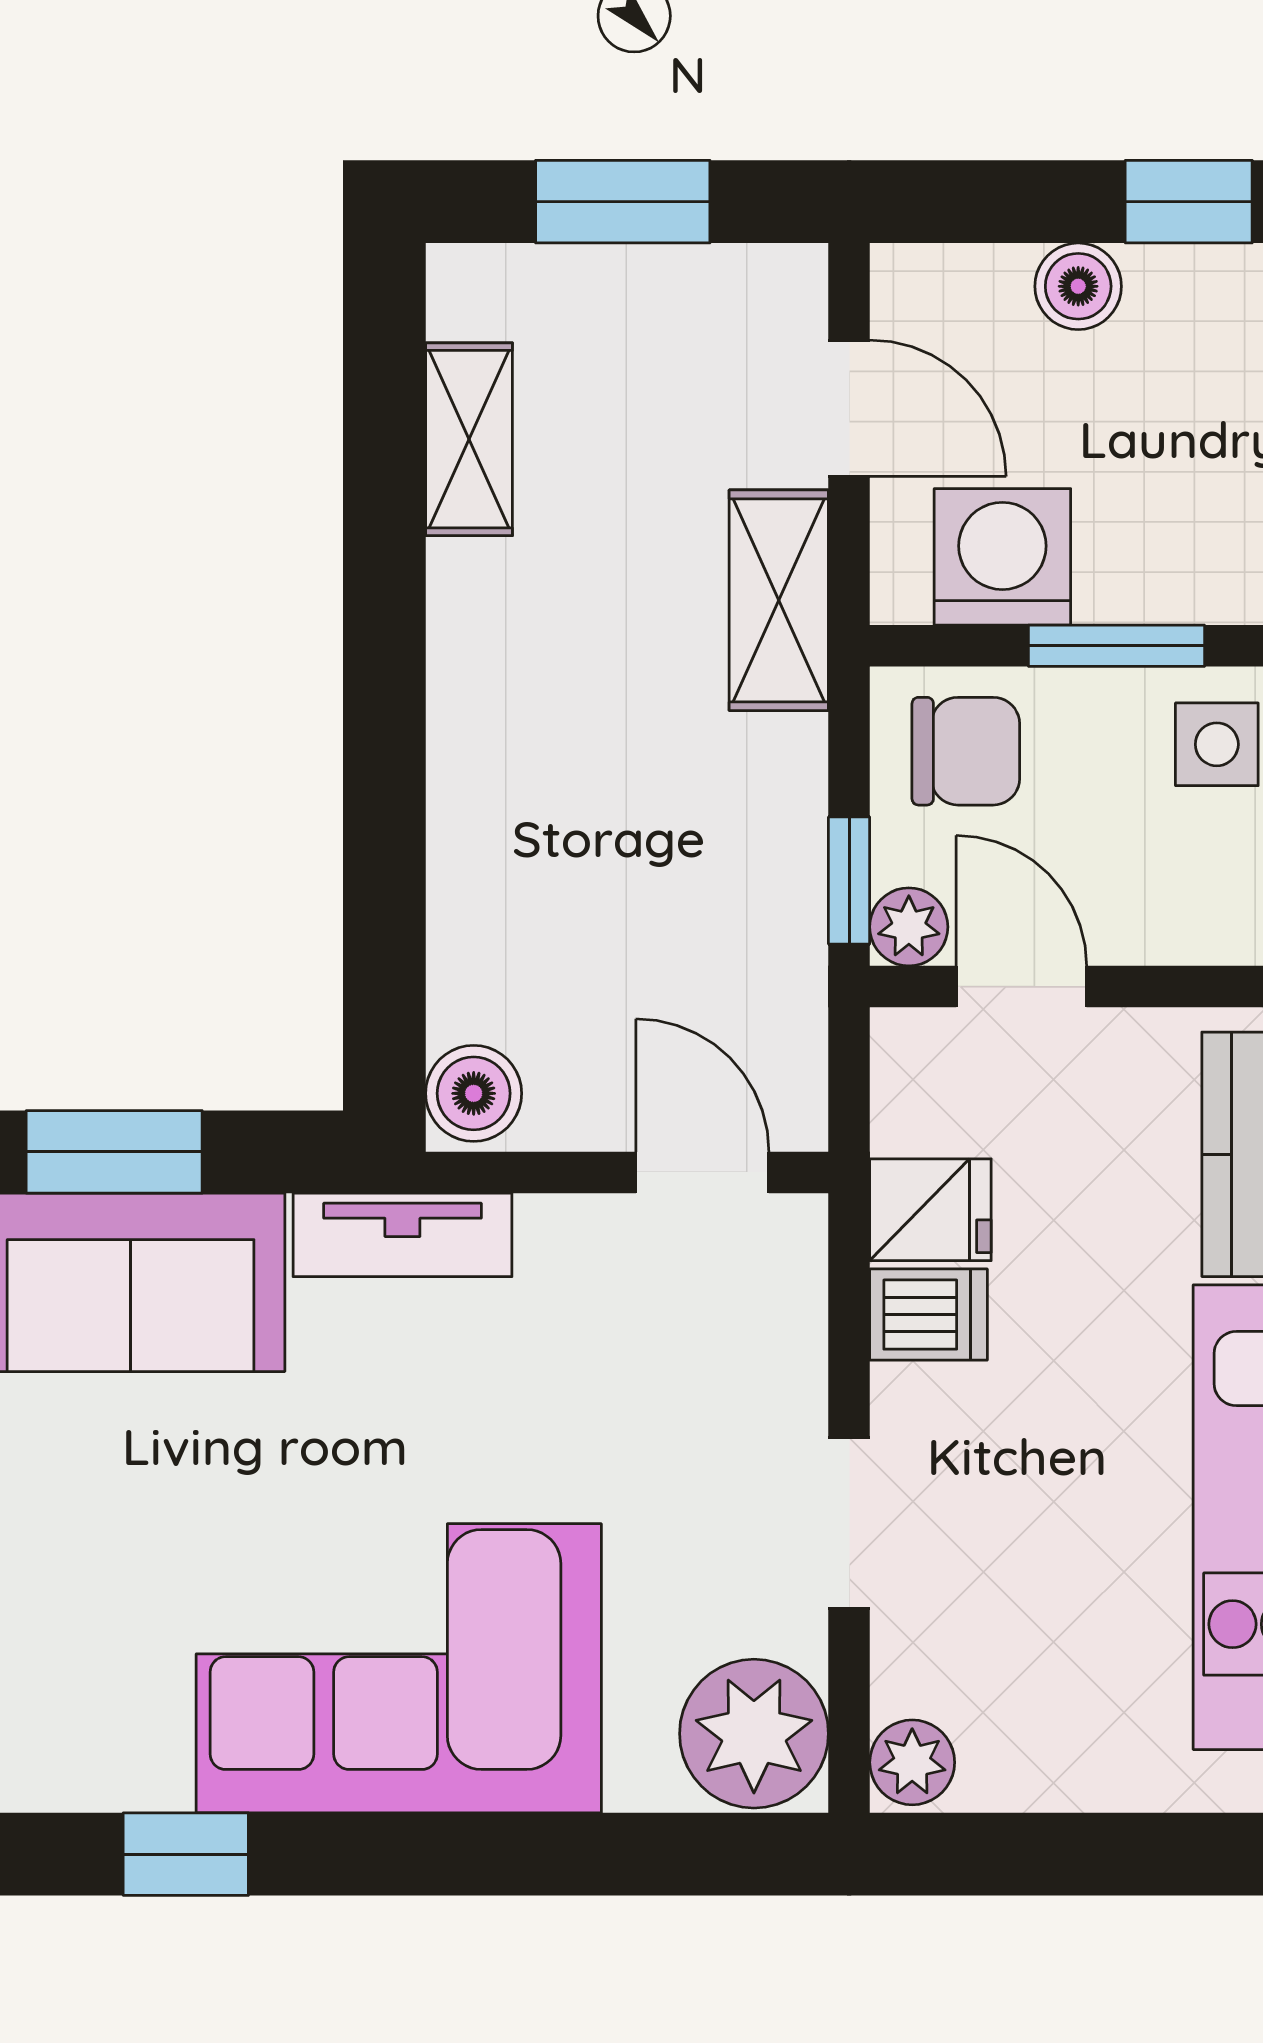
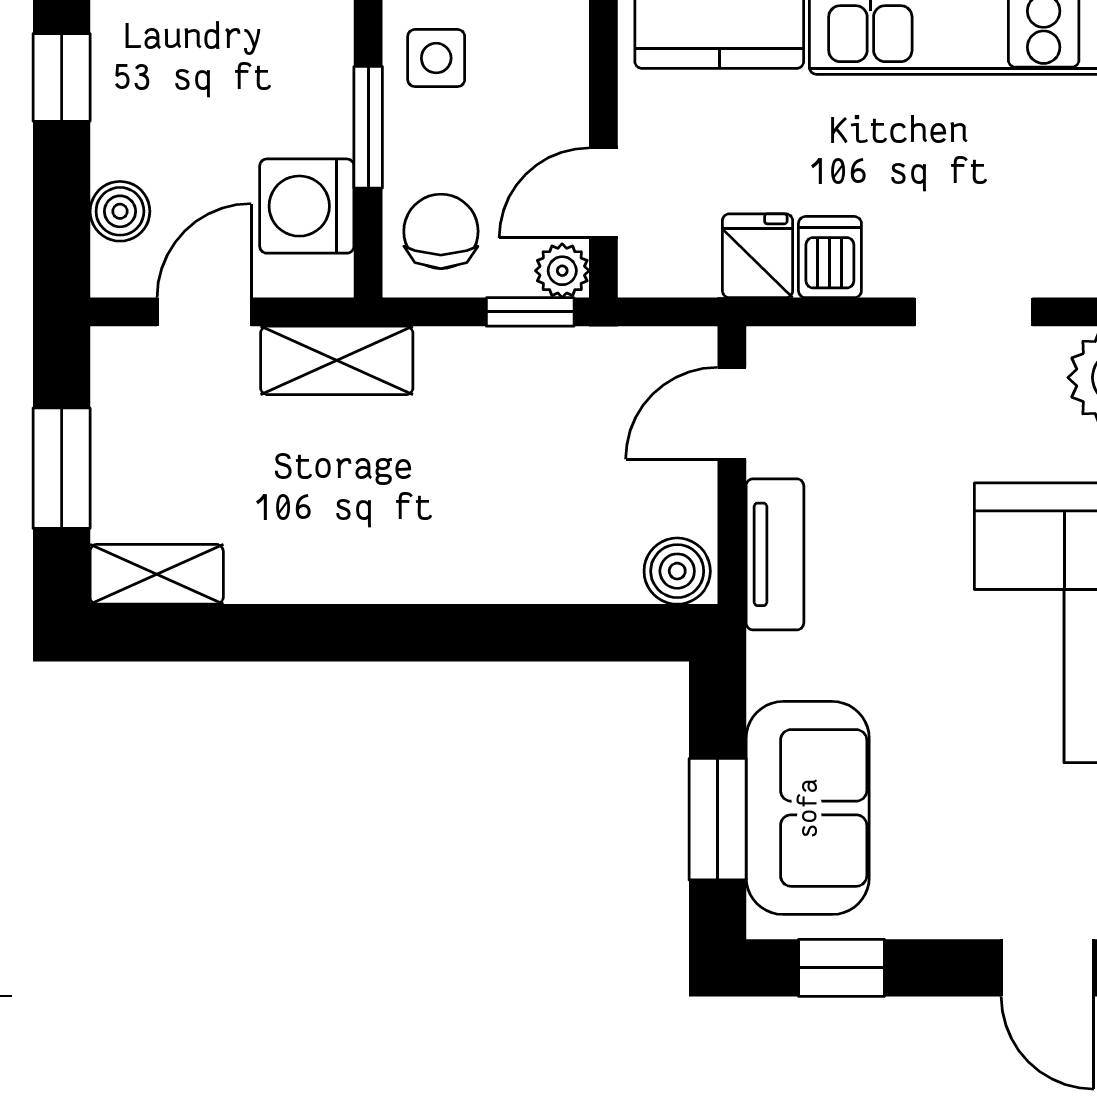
boiler: (1078, 286) -> (120, 211), moved
shelving: (469, 439) -> (157, 574), moved
tv unit: (402, 1235) -> (775, 554), moved

